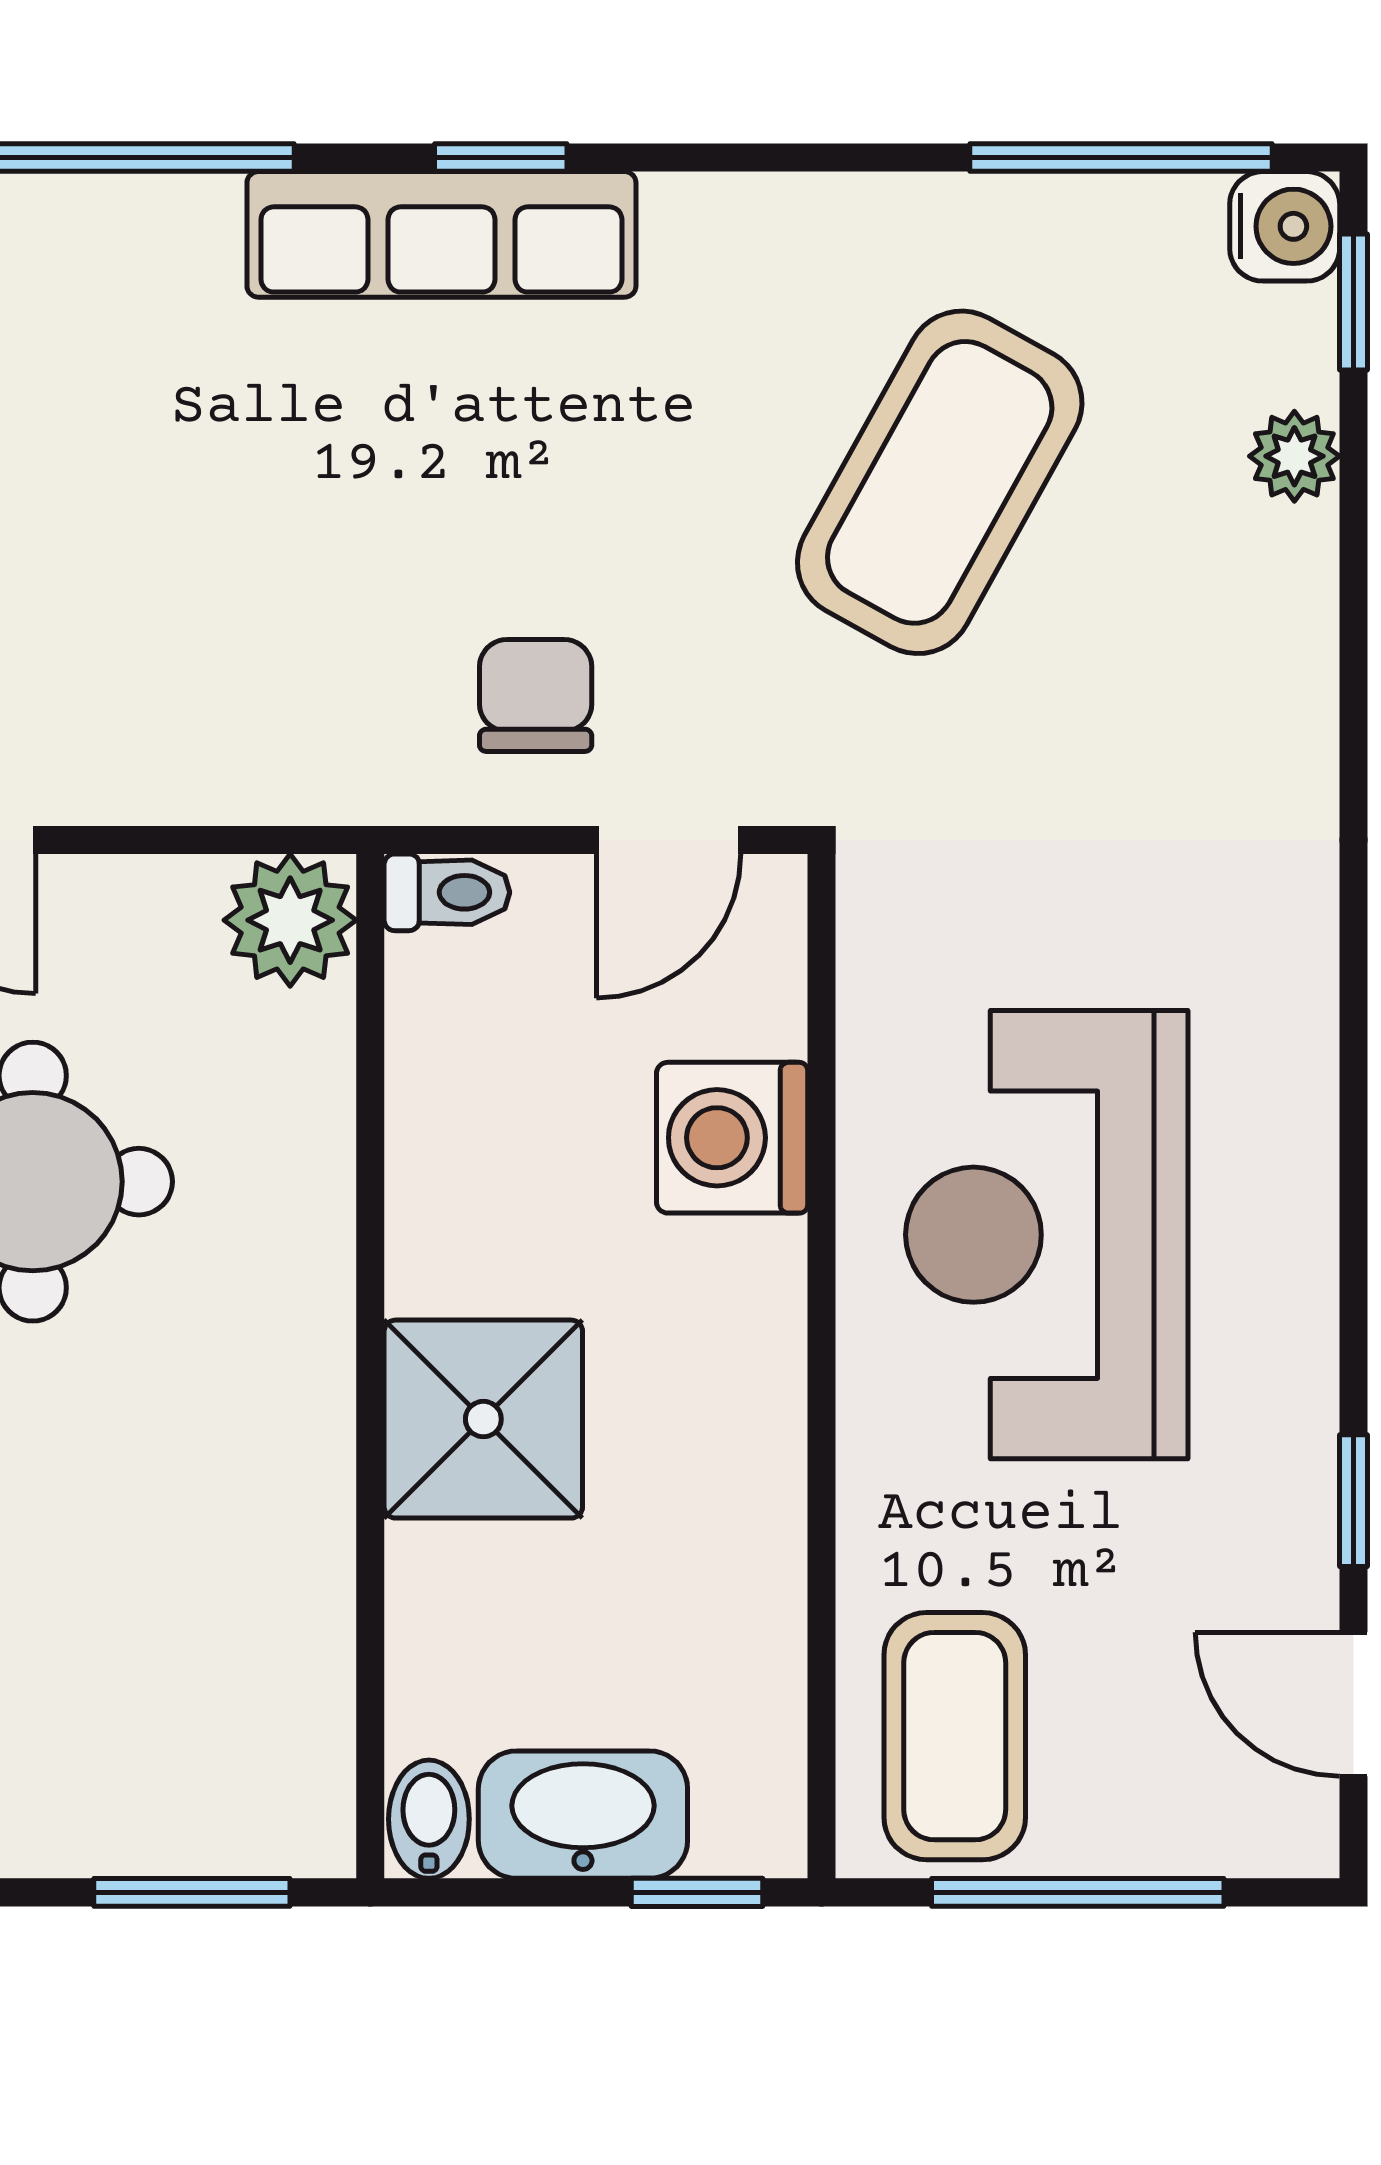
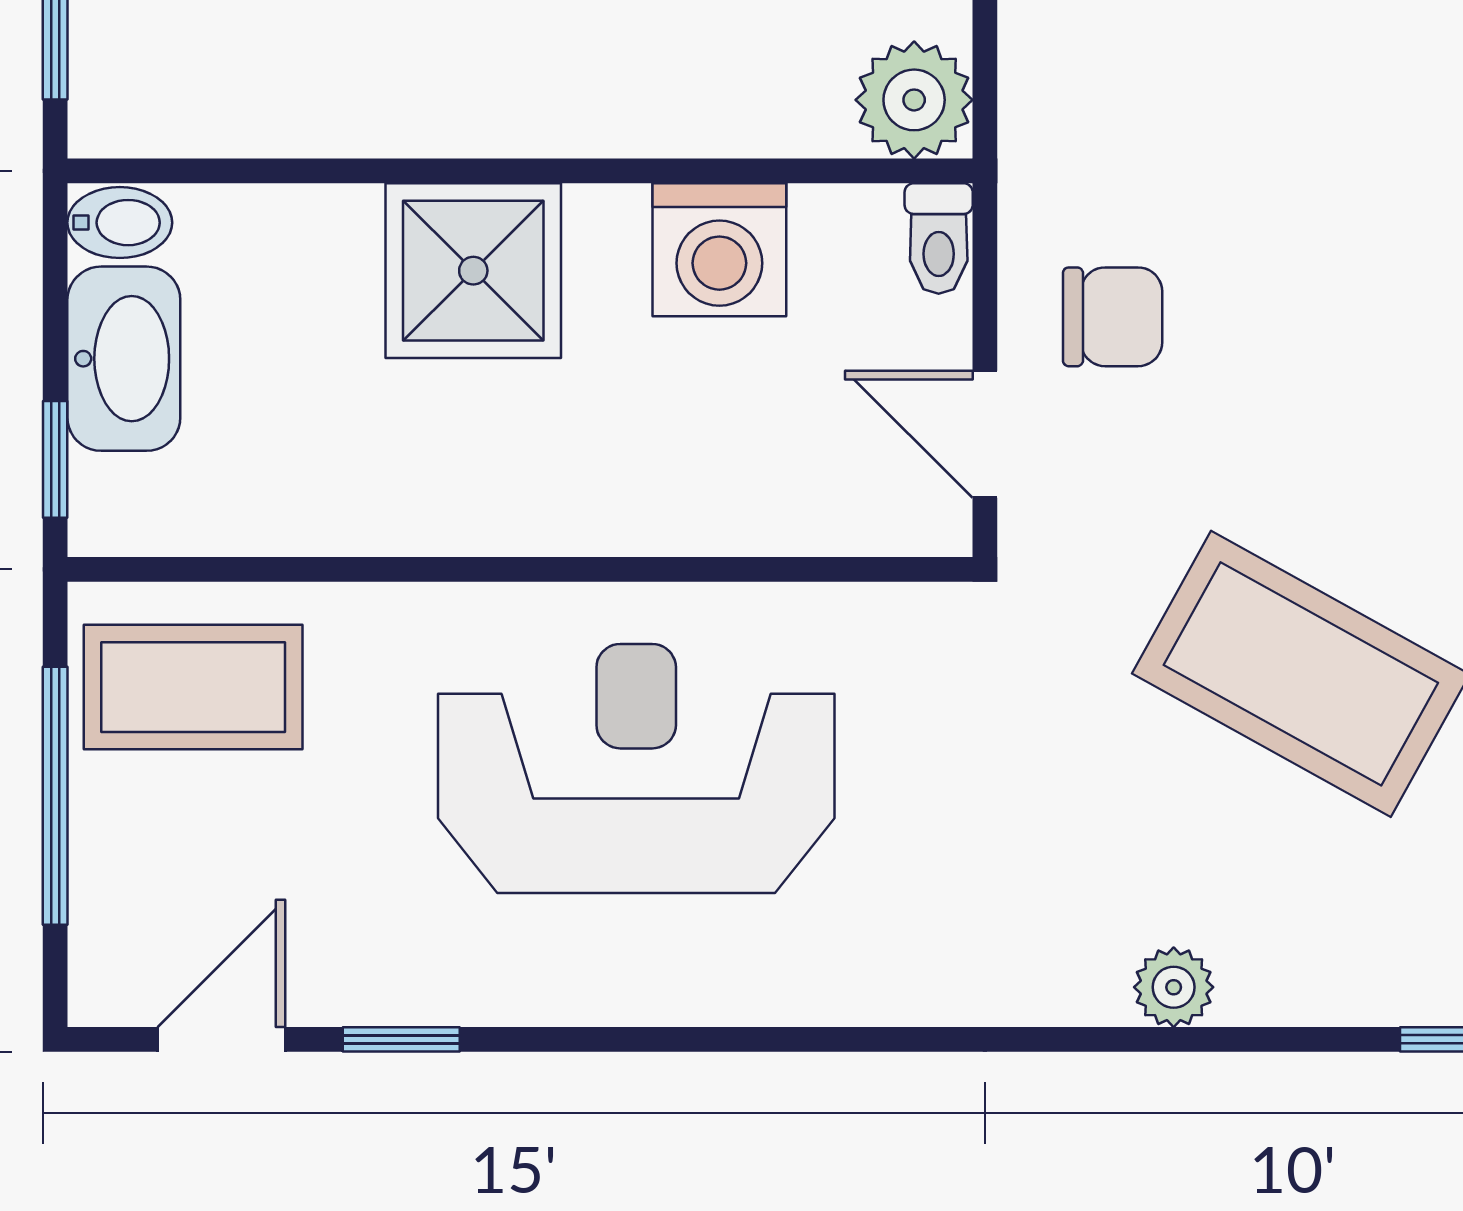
plant: (1294, 456) -> (1174, 987), moved
washing machine: (732, 1138) -> (719, 250), moved, turned 180

